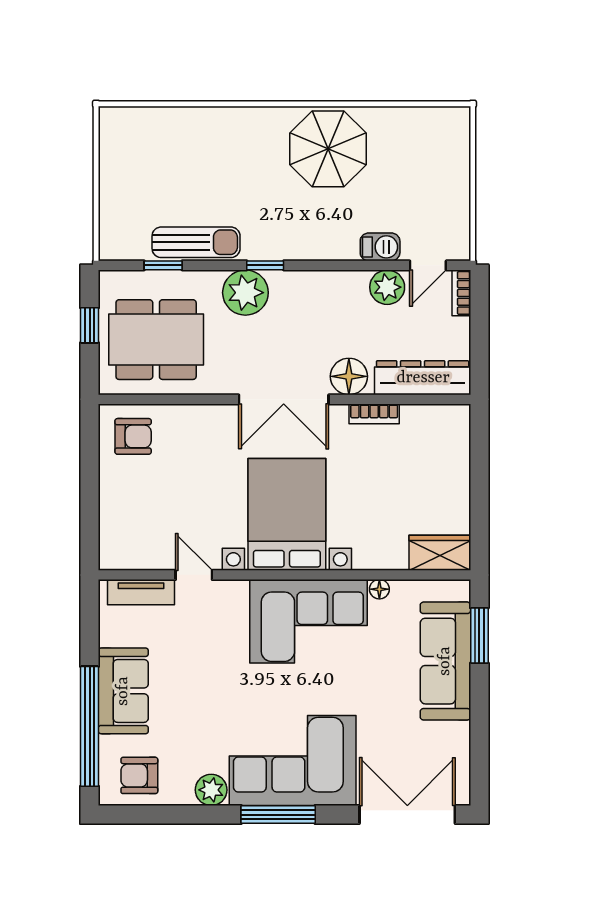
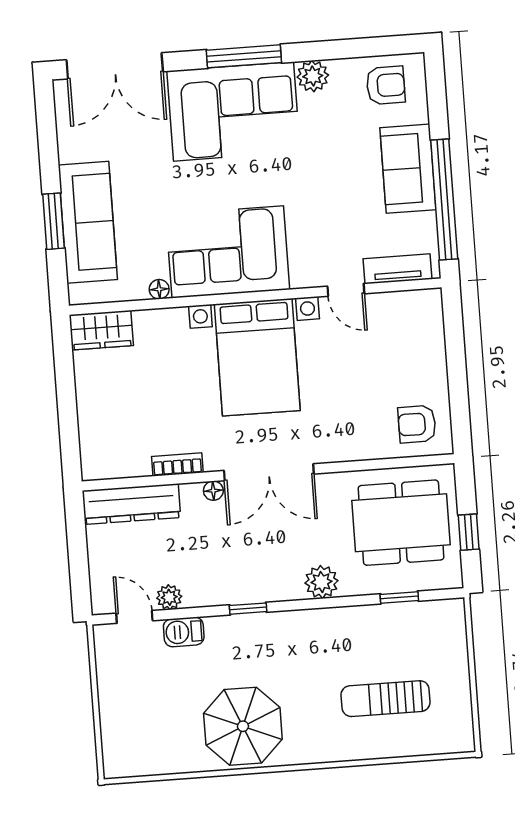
sun lounger: (196, 242) -> (386, 699), moved
window: (265, 265) -> (248, 609), moved
door: (428, 265) -> (134, 617), hinge flipped
plant: (387, 287) -> (169, 597), width x0.73, depth x0.73
plant: (245, 293) -> (322, 582), width x0.73, depth x0.73
bookcase: (461, 293) -> (99, 592), removed
floor lamp: (349, 376) -> (213, 491), width x0.53, depth x0.53
double door: (284, 399) -> (269, 472), swing flipped
window: (479, 635) -> (53, 221), moved
window: (90, 726) -> (444, 199), moved

